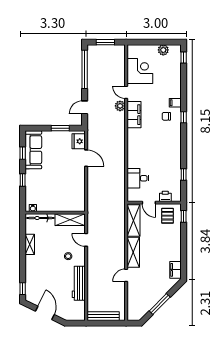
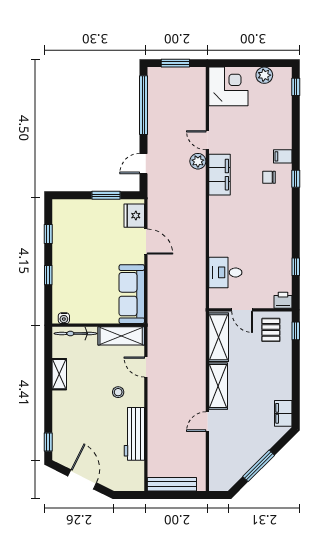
corner desk: (140, 71) -> (228, 86), moved
sofa: (33, 150) -> (132, 294), moved, turned 180
printer: (165, 196) -> (283, 300), moved

